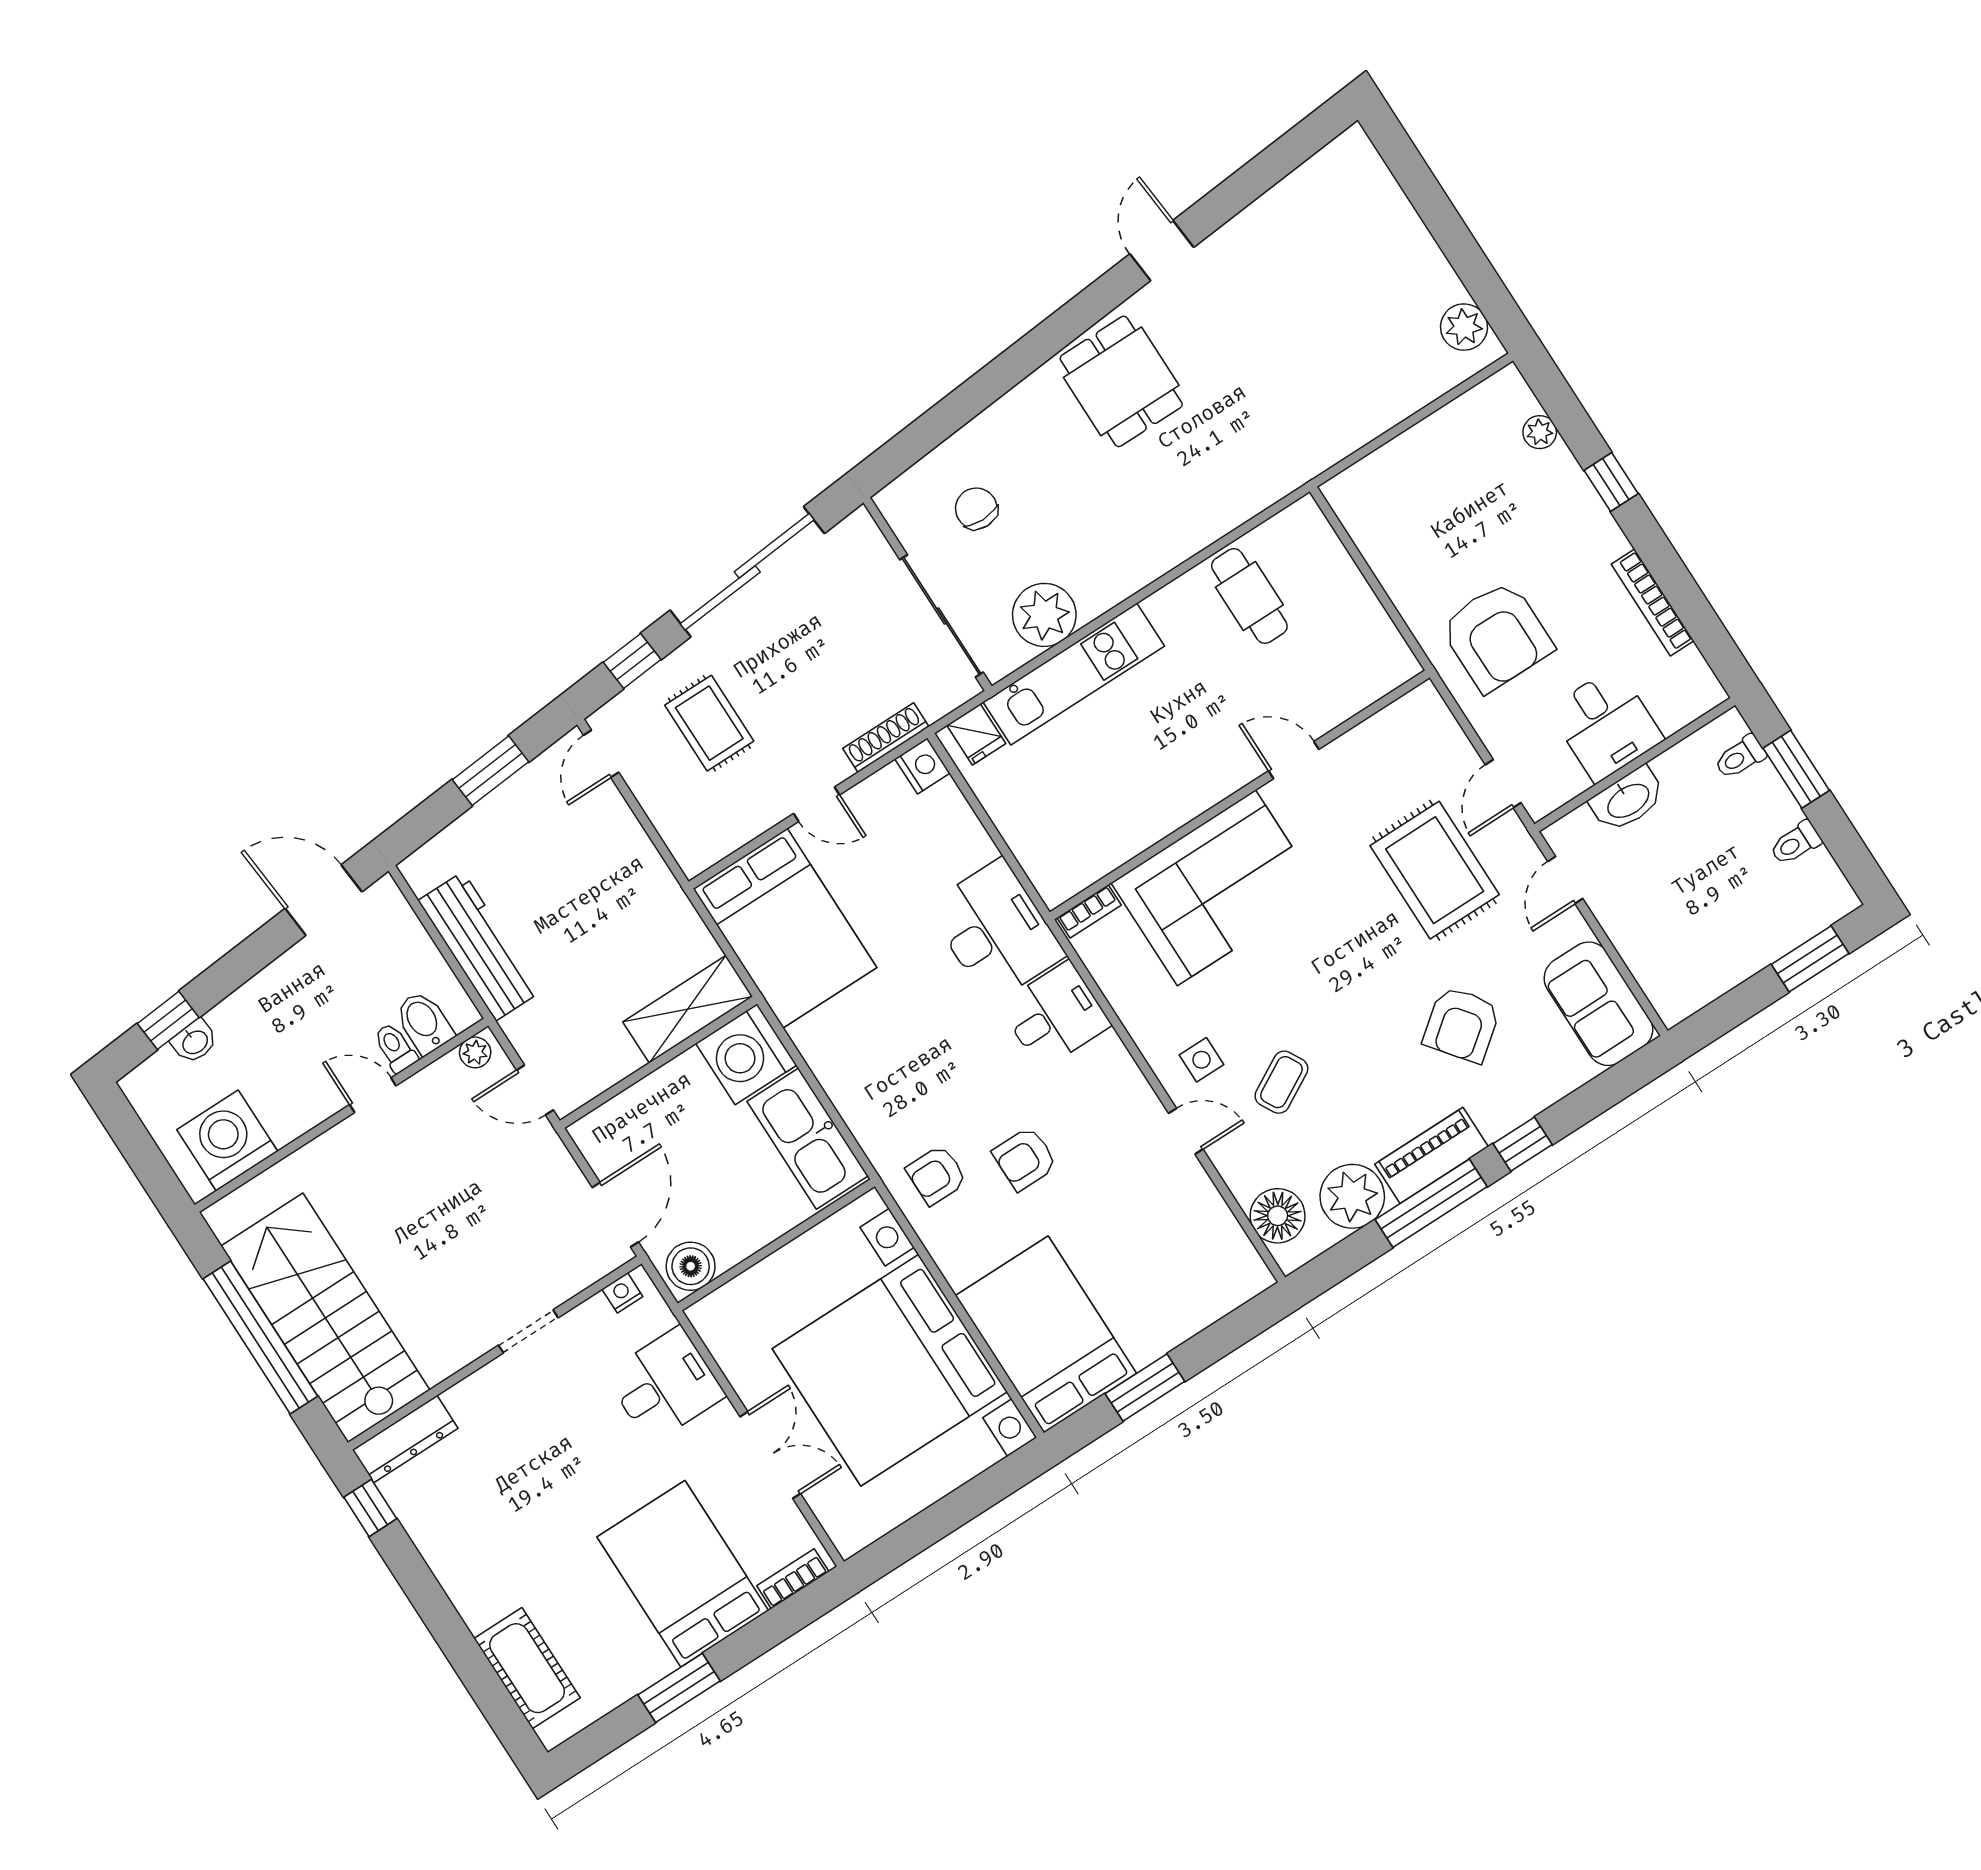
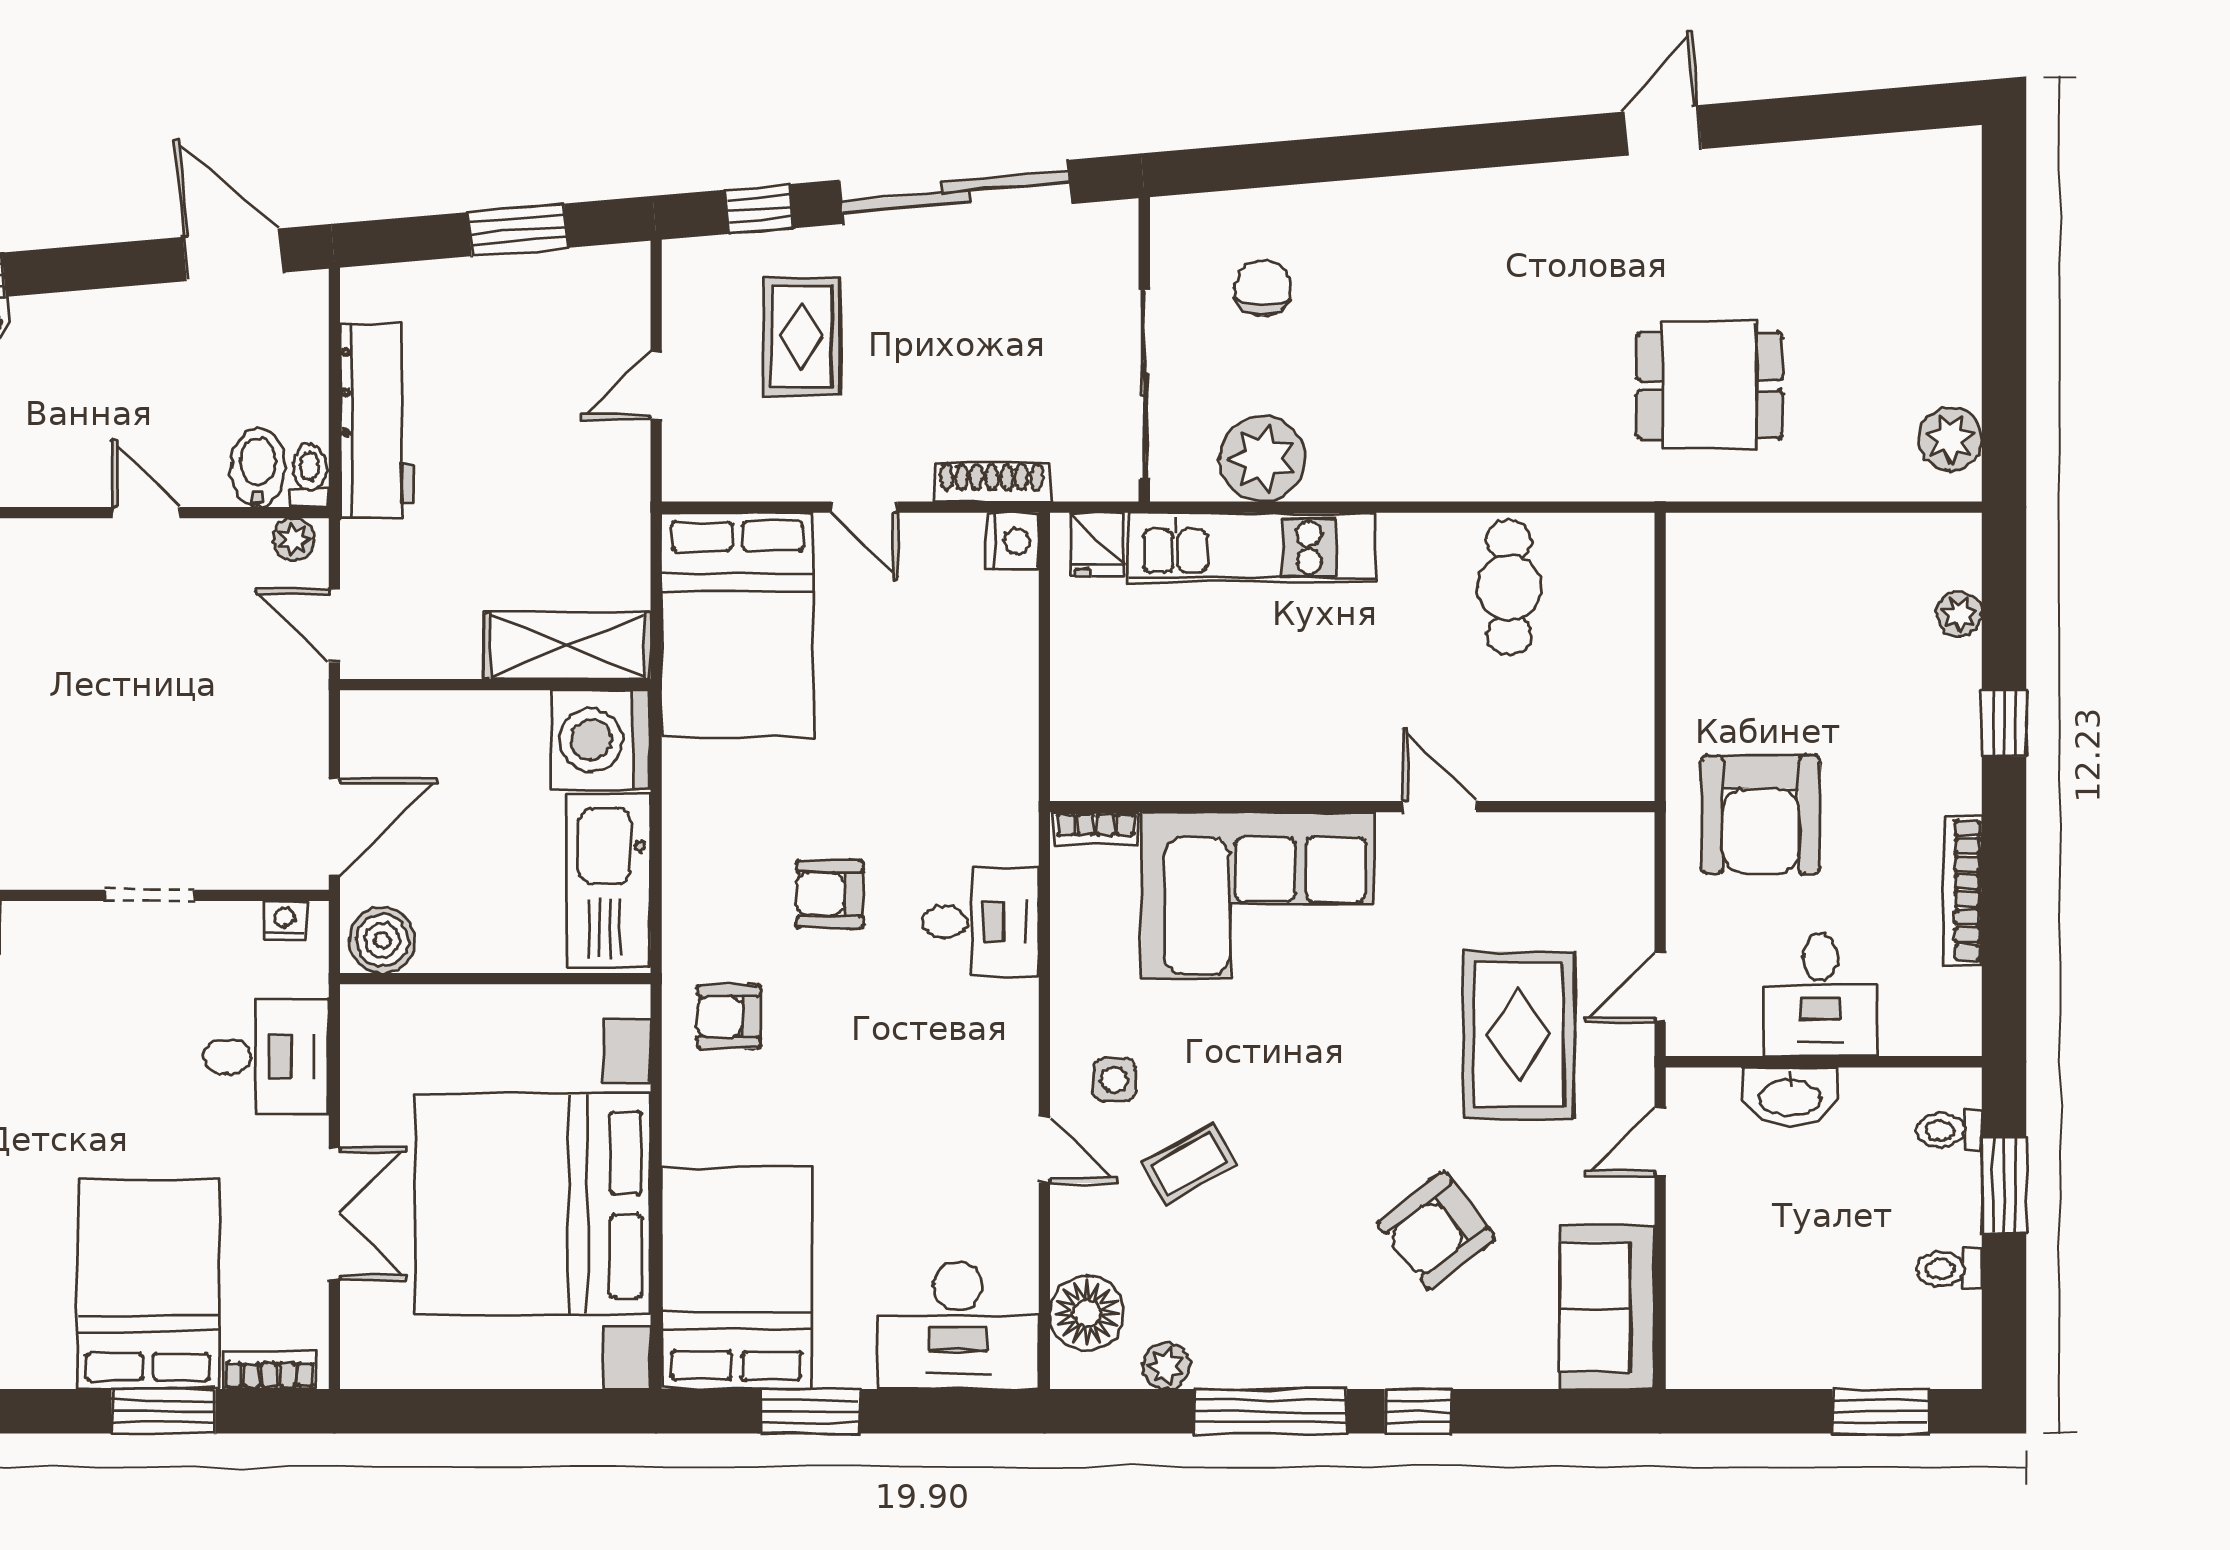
dining table: (1121, 381) -> (1709, 386), moved, turned 90
door: (601, 754) -> (656, 385), moved
desk: (996, 931) -> (958, 1325), moved, turned 90
toilet: (395, 1048) -> (309, 475), moved
piano: (1431, 1155) -> (1306, 1357), removed
armchair: (1025, 1159) -> (830, 894), moved
plant: (1352, 1196) -> (1166, 1366), width x0.53, depth x0.53
window: (679, 1688) -> (163, 1411), moved

